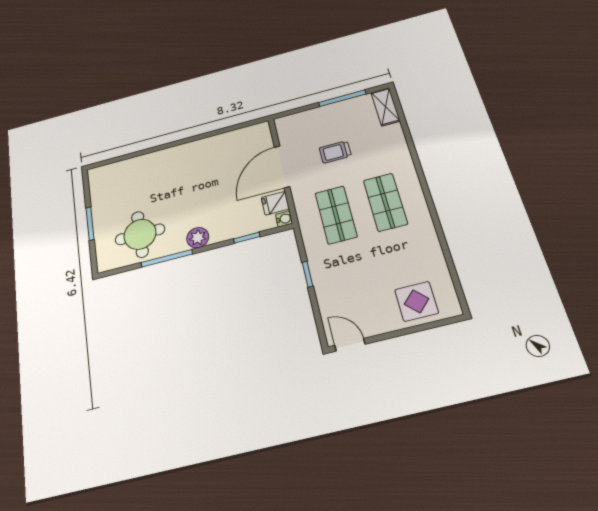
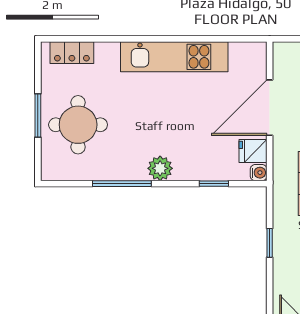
kitchen unit: (195, 151) -> (174, 57), added
locker: (112, 170) -> (72, 53), added
round table: (140, 234) -> (78, 125), moved

